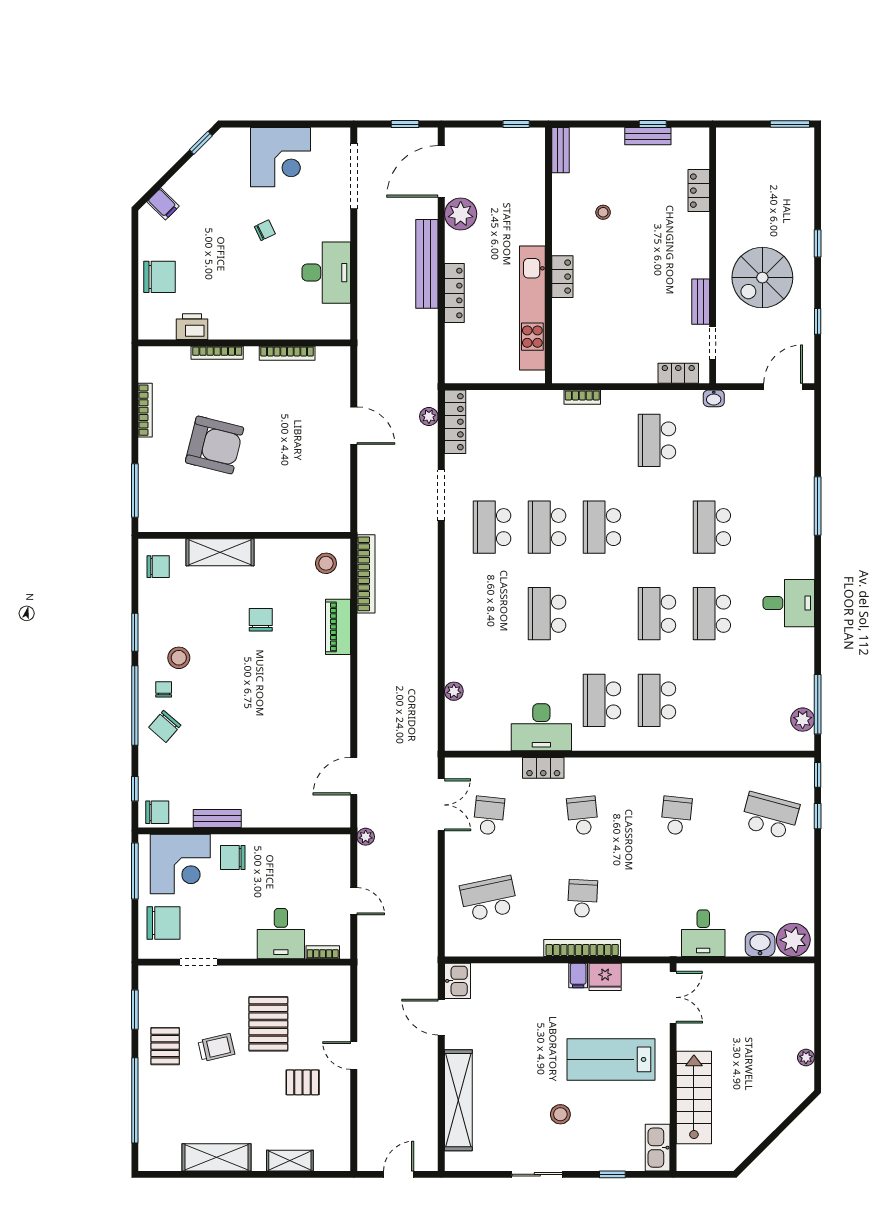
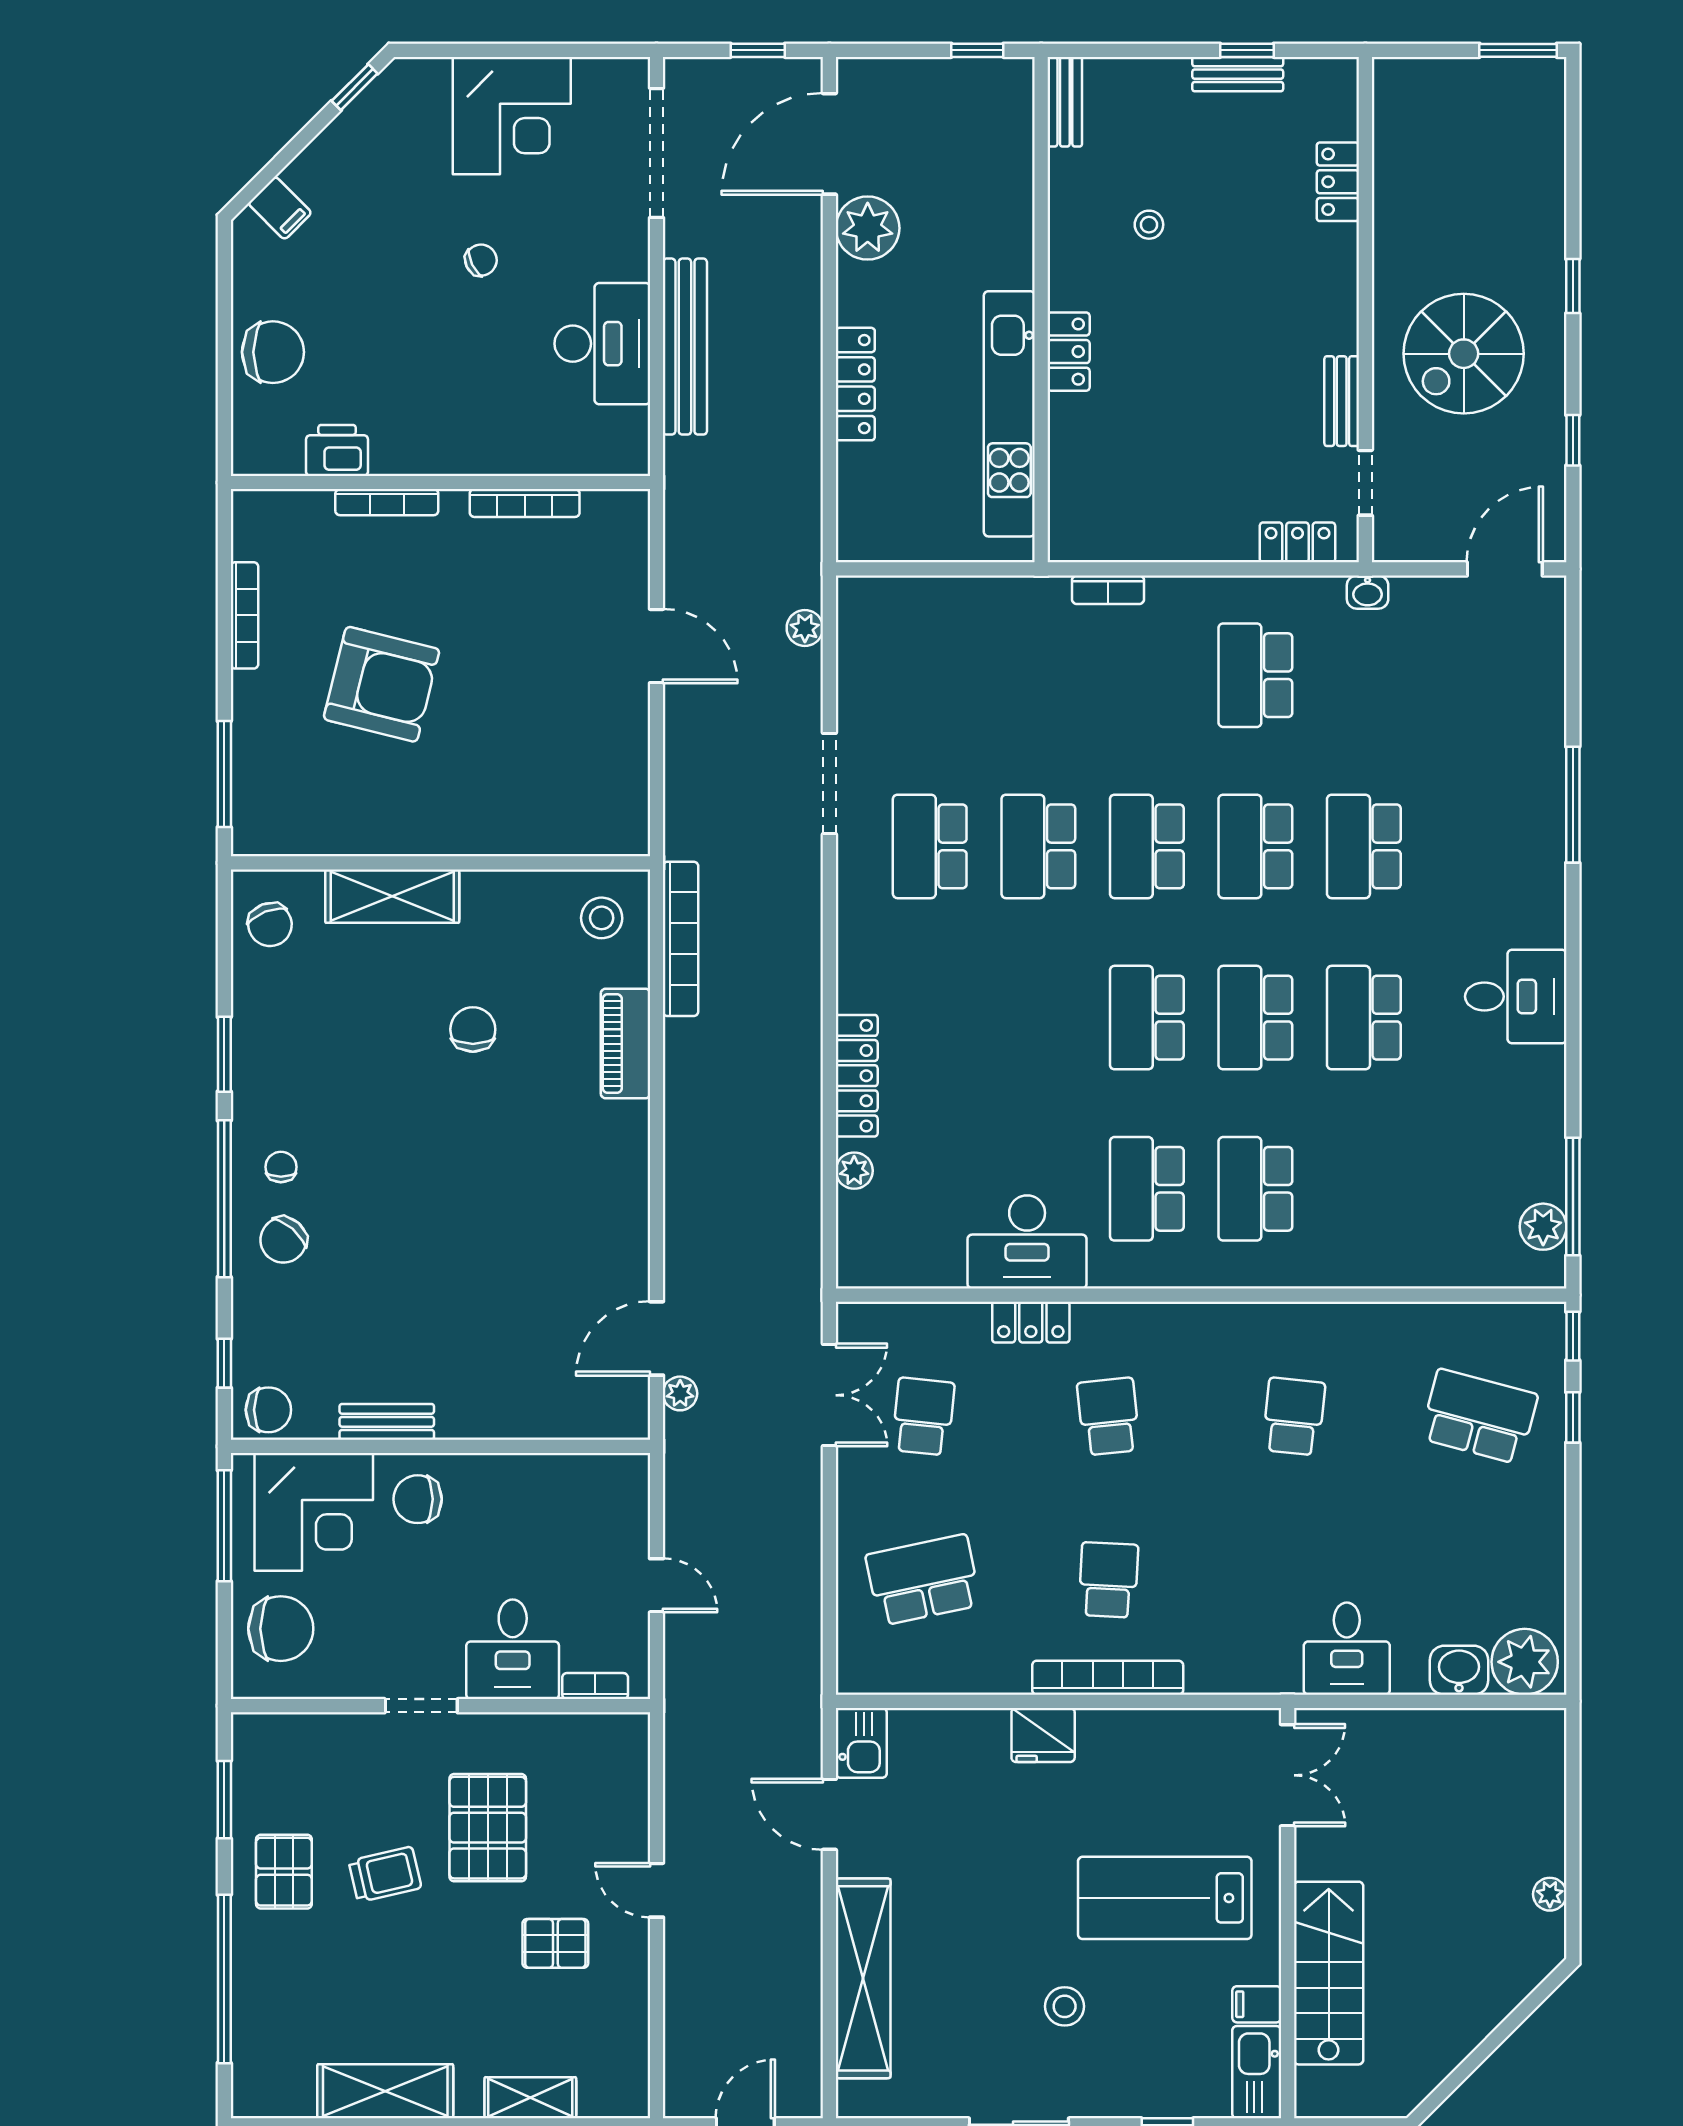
bench: (427, 264) -> (685, 347), moved
locker: (455, 422) -> (857, 1076), moved
school desk: (657, 527) -> (1255, 846), added
chair: (158, 567) -> (270, 925), turned 69
school desk: (547, 614) -> (1147, 1018), moved
stool: (179, 658) -> (311, 1105), removed
plant: (366, 837) -> (680, 1393), moved
doorway: (199, 962) -> (421, 1706), moved
filing cabinet: (578, 975) -> (1257, 2004), moved, turned 90
fridge: (605, 977) -> (1043, 1735), moved

